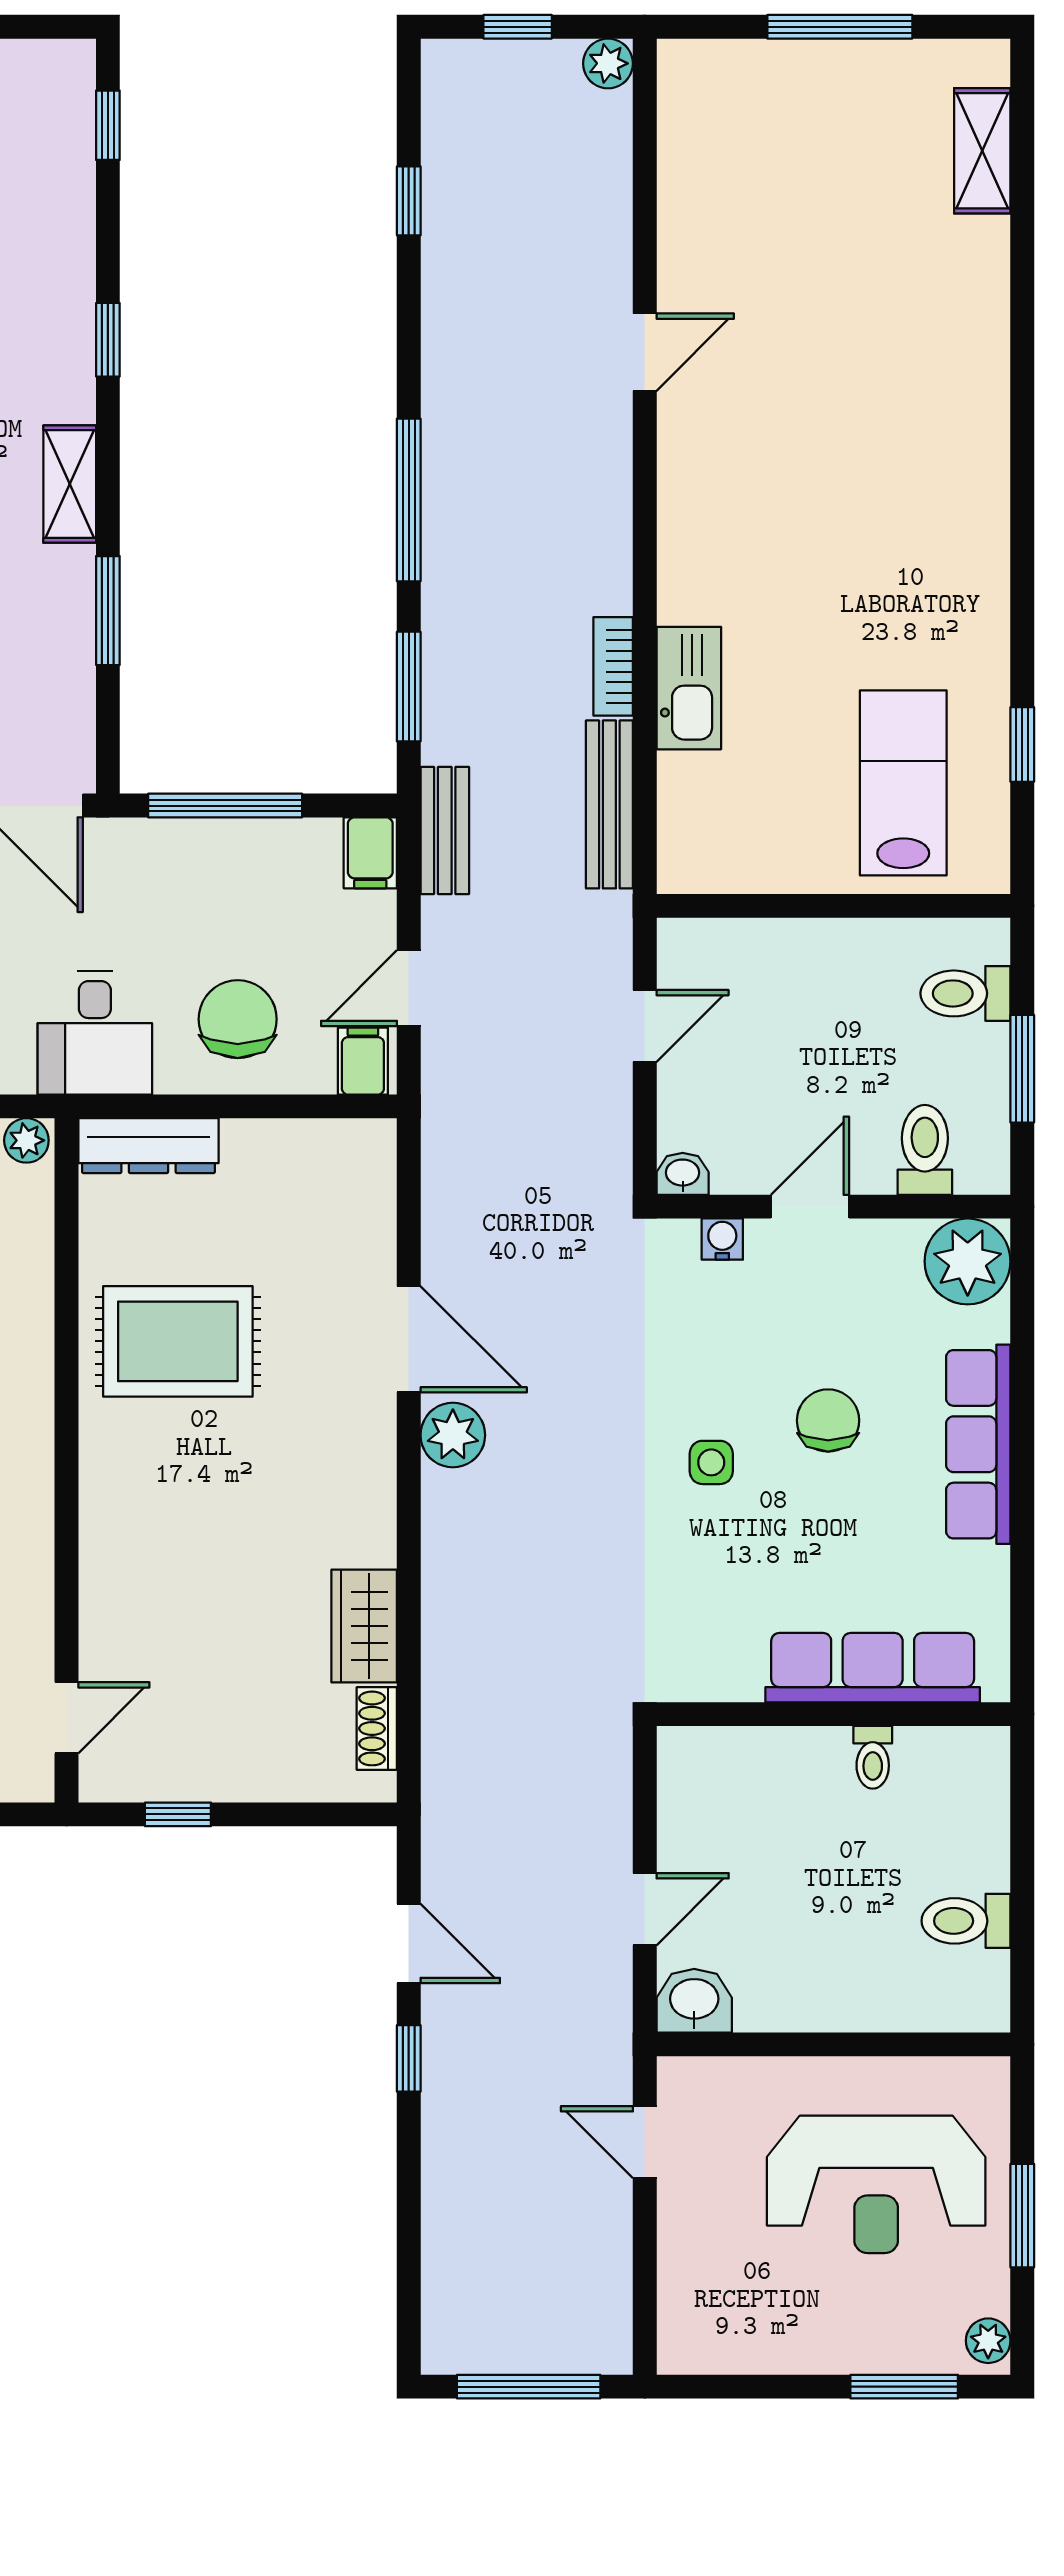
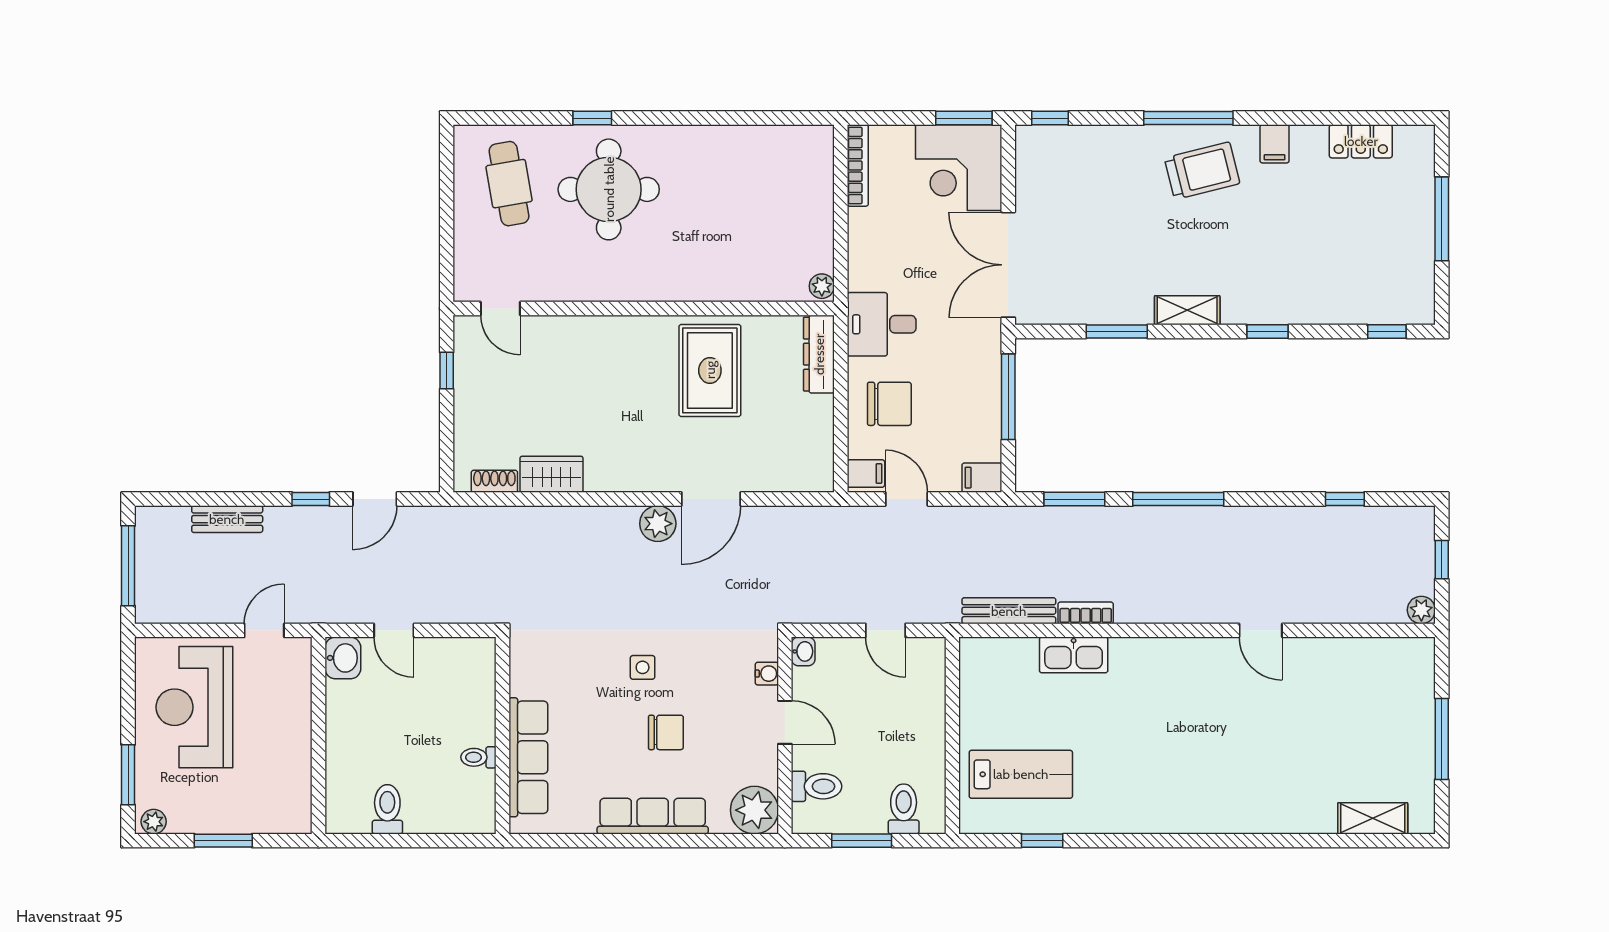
bench: (445, 831) -> (227, 519), moved
reception desk: (876, 2184) -> (194, 707), moved

